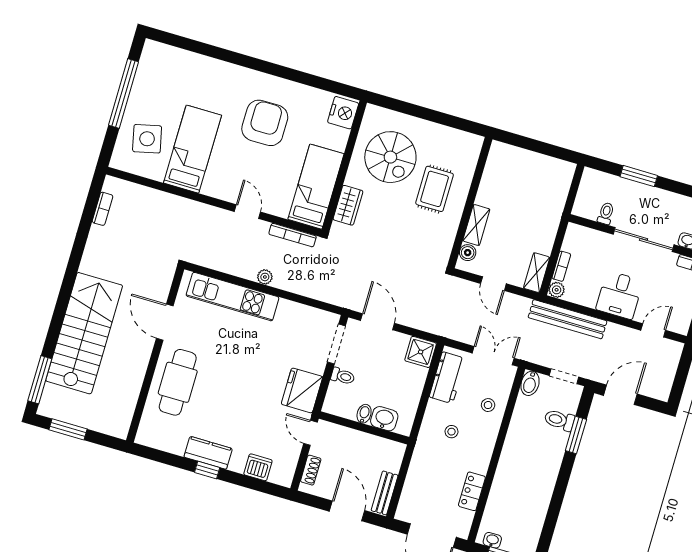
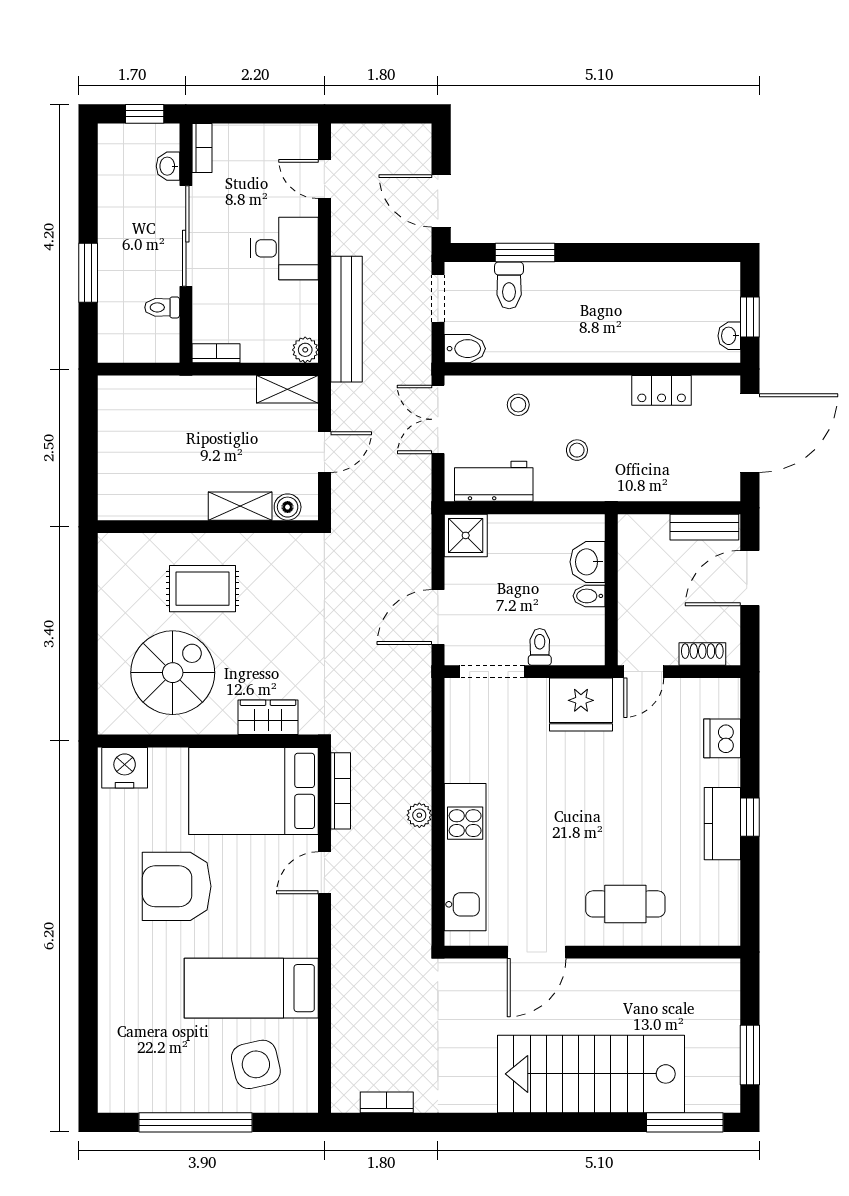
bed: (316, 187) -> (253, 791), width x1.50
bookcase: (561, 266) -> (216, 353), moved
cafe table: (178, 382) -> (625, 904), width x0.73, depth x0.74

